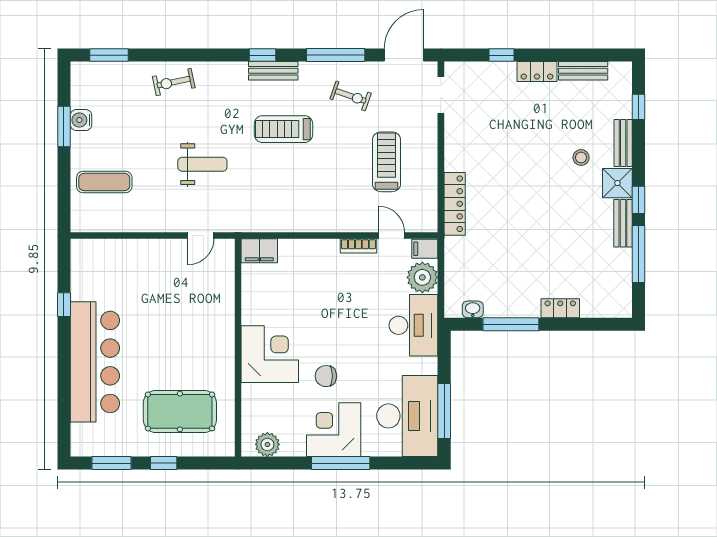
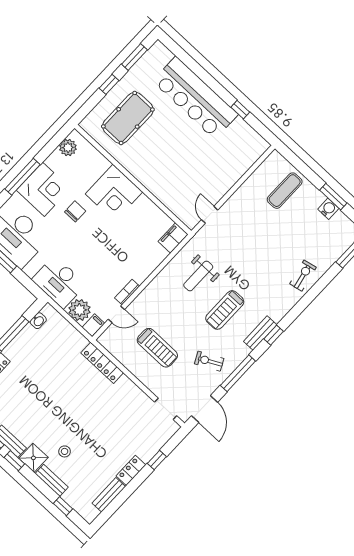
exercise bike: (351, 96) -> (209, 361), turned 44
treadmill: (283, 129) -> (225, 310), turned 180
weight bench: (202, 164) -> (198, 276), moved

